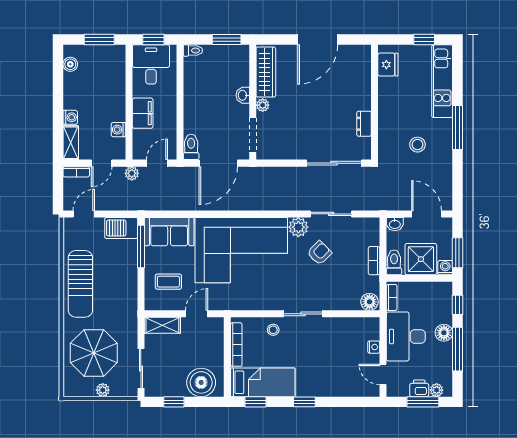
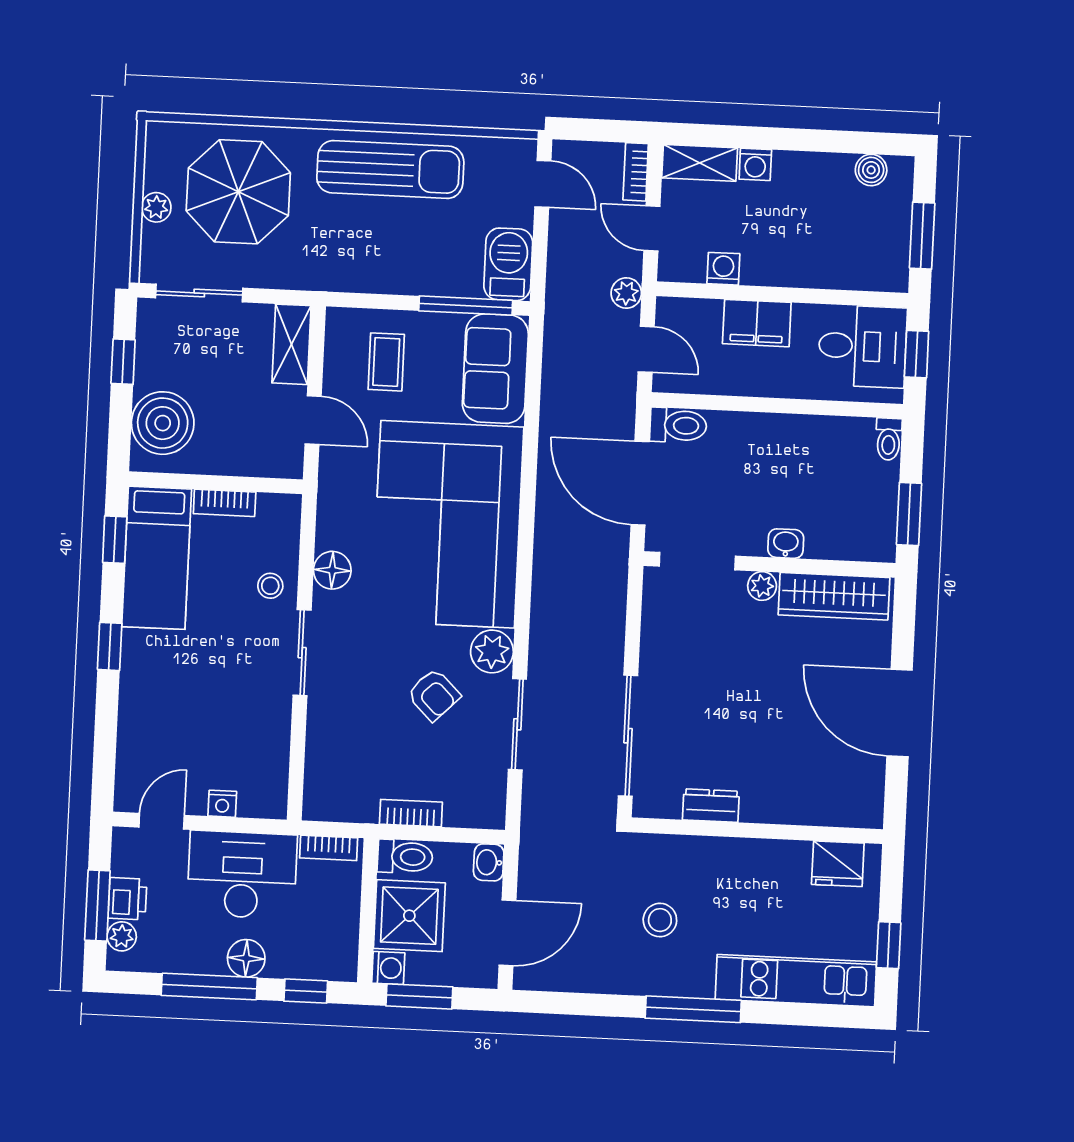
sun lounger: (80, 284) -> (390, 169), turned 180
floor lamp: (369, 302) -> (332, 570), moved
bookcase: (236, 345) -> (225, 503), width x0.64

